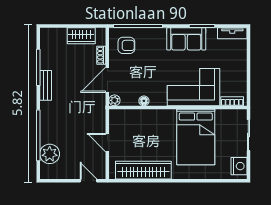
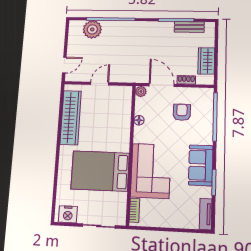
armchair: (126, 45) -> (182, 112), moved, turned 180
bench: (46, 85) -> (189, 27), moved

